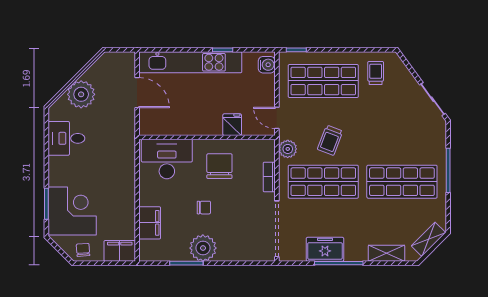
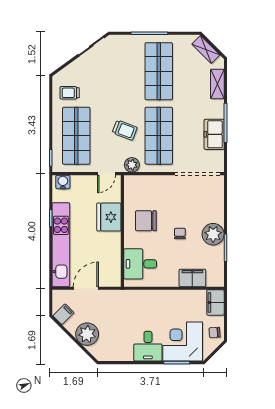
filing cabinet: (105, 65) -> (64, 314), added
fridge: (232, 125) -> (109, 217), width x1.88, depth x1.34
desk: (66, 138) -> (148, 346), moved
desk: (167, 159) -> (140, 264), width x0.73
bookcase: (269, 177) -> (155, 180), removed

